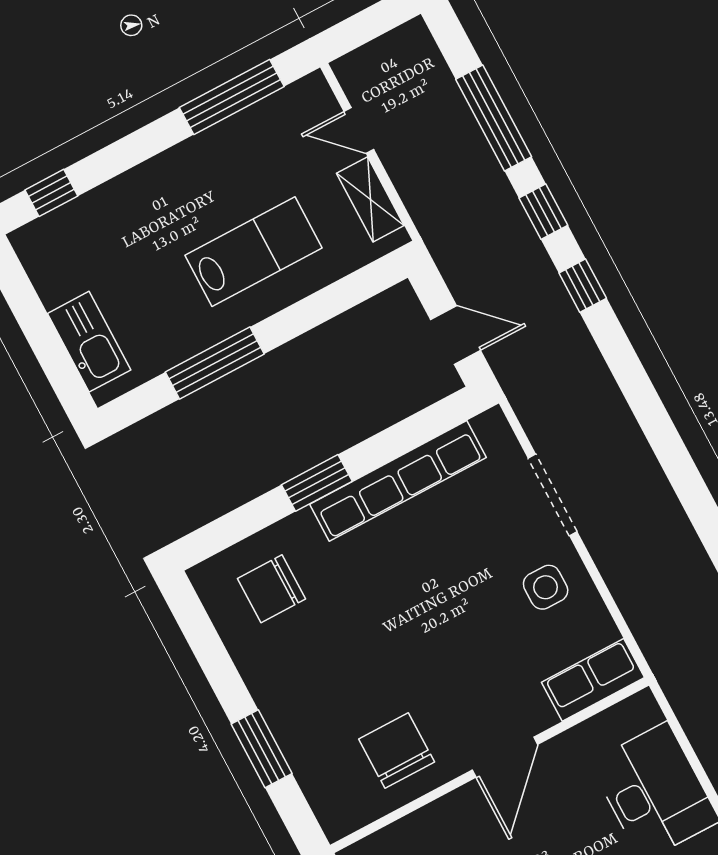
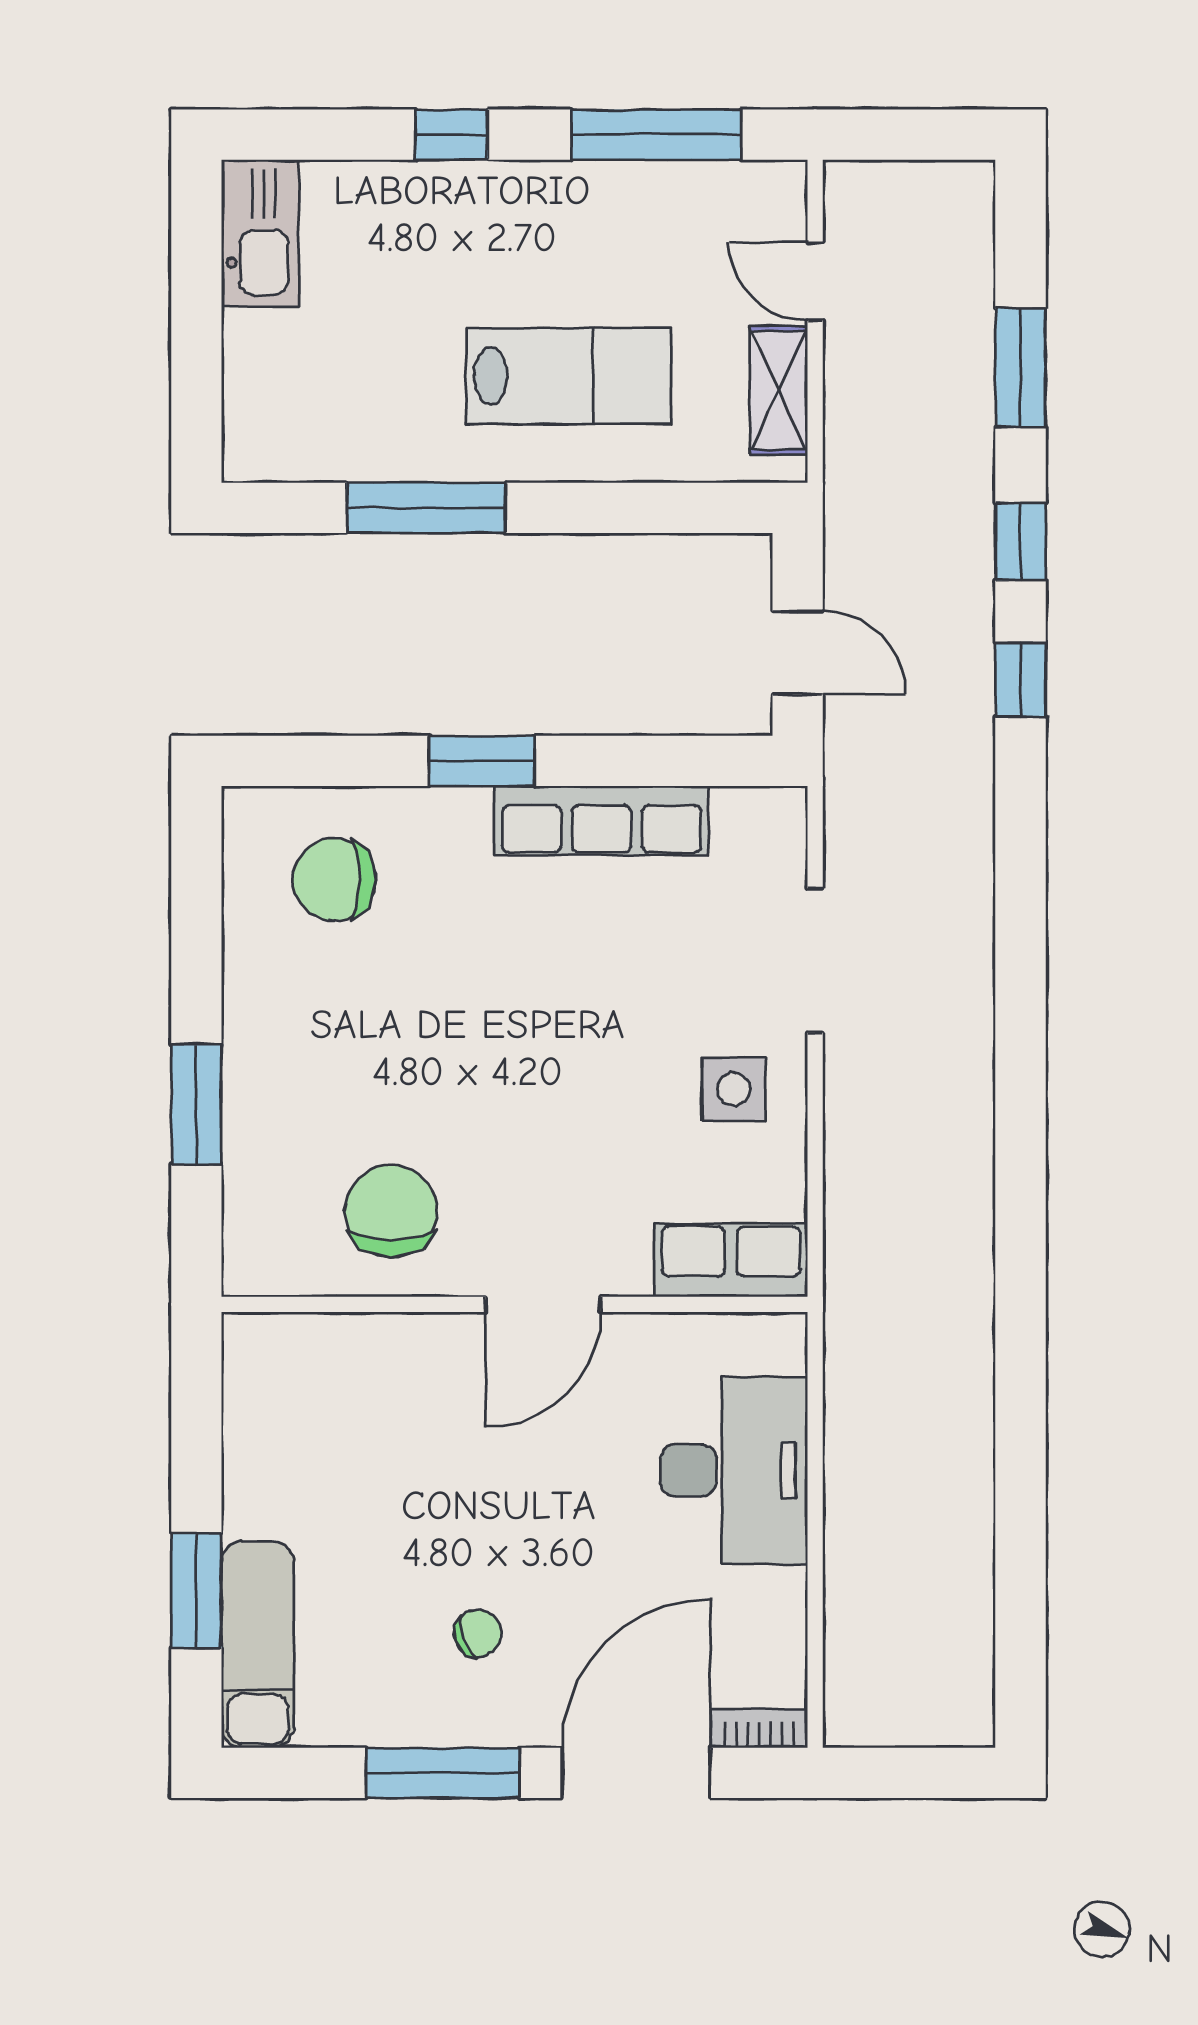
window: (494, 118) -> (1021, 367), width x0.69
window: (51, 193) -> (452, 135), moved
kitchen sink: (89, 342) -> (260, 233), moved
row of seats: (398, 481) -> (601, 821), width x0.73

